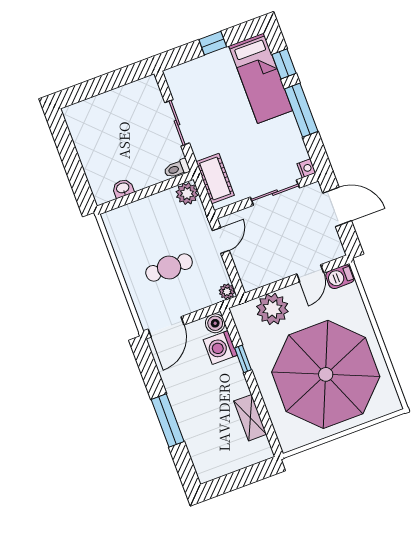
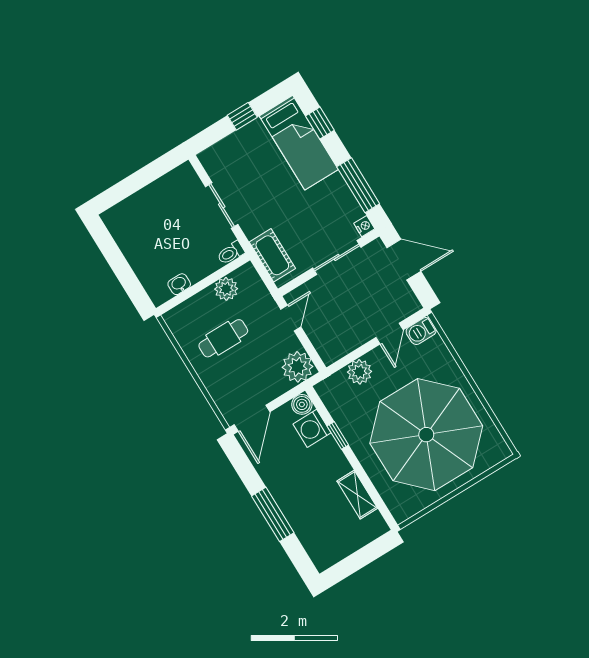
window: (301, 110) -> (358, 185), moved
plant: (187, 194) -> (226, 289), moved
cafe table: (169, 268) -> (223, 338), moved
plant: (227, 291) -> (298, 367), width x1.88, depth x1.88
plant: (272, 309) -> (359, 372), width x0.73, depth x0.73

